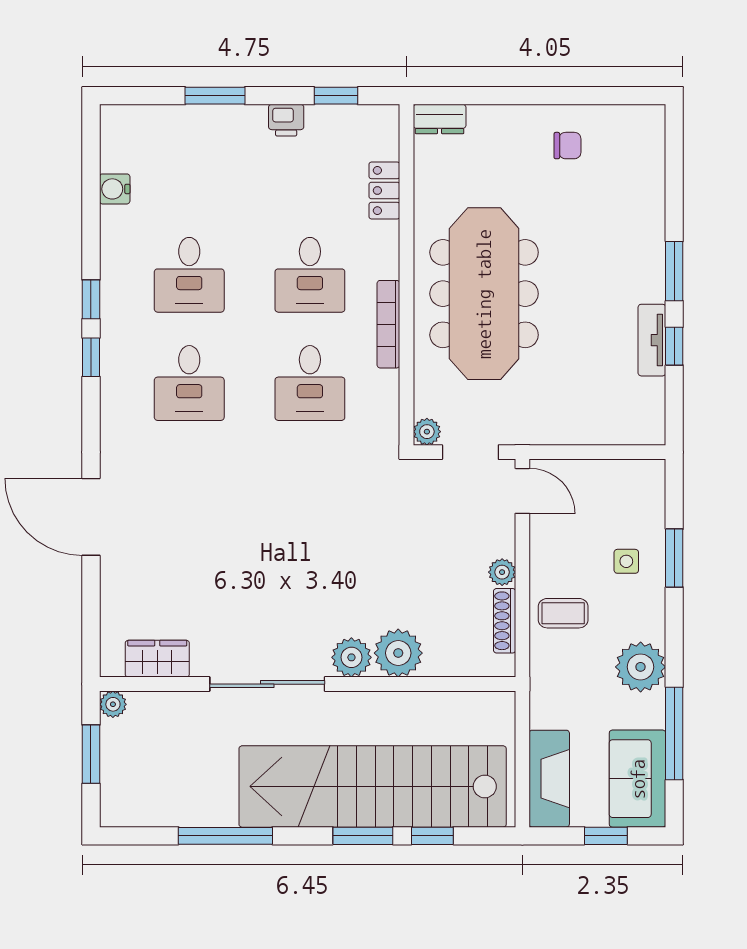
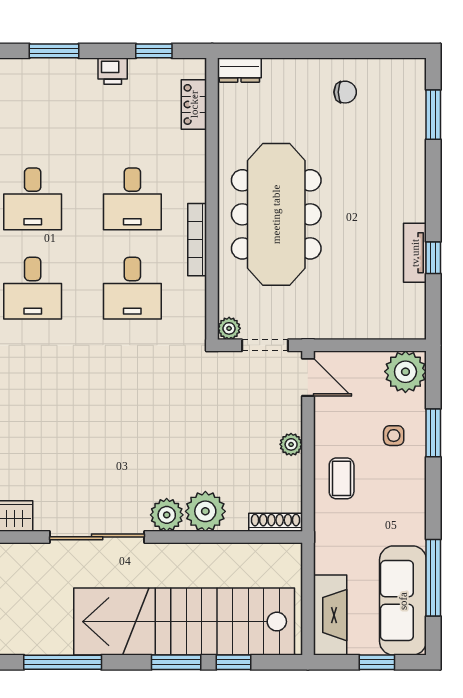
locker: (384, 191) -> (194, 104), moved
window: (674, 271) -> (433, 115), moved
coffee table: (563, 613) -> (342, 478), turned 90
shoe rack: (505, 621) -> (276, 522), moved, turned 90
plant: (641, 667) -> (405, 372), moved
sofa: (638, 779) -> (403, 601), width x1.36

